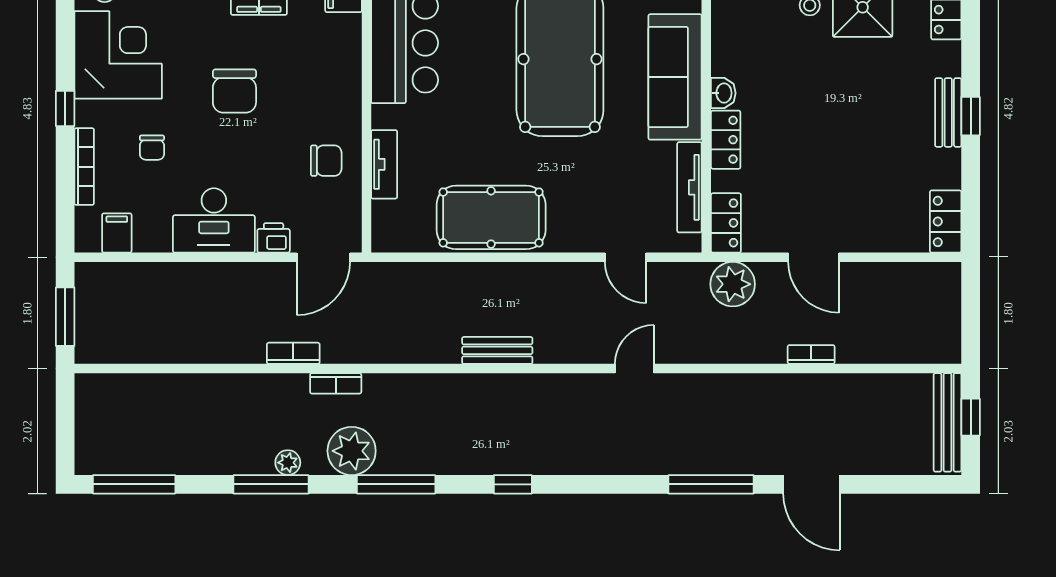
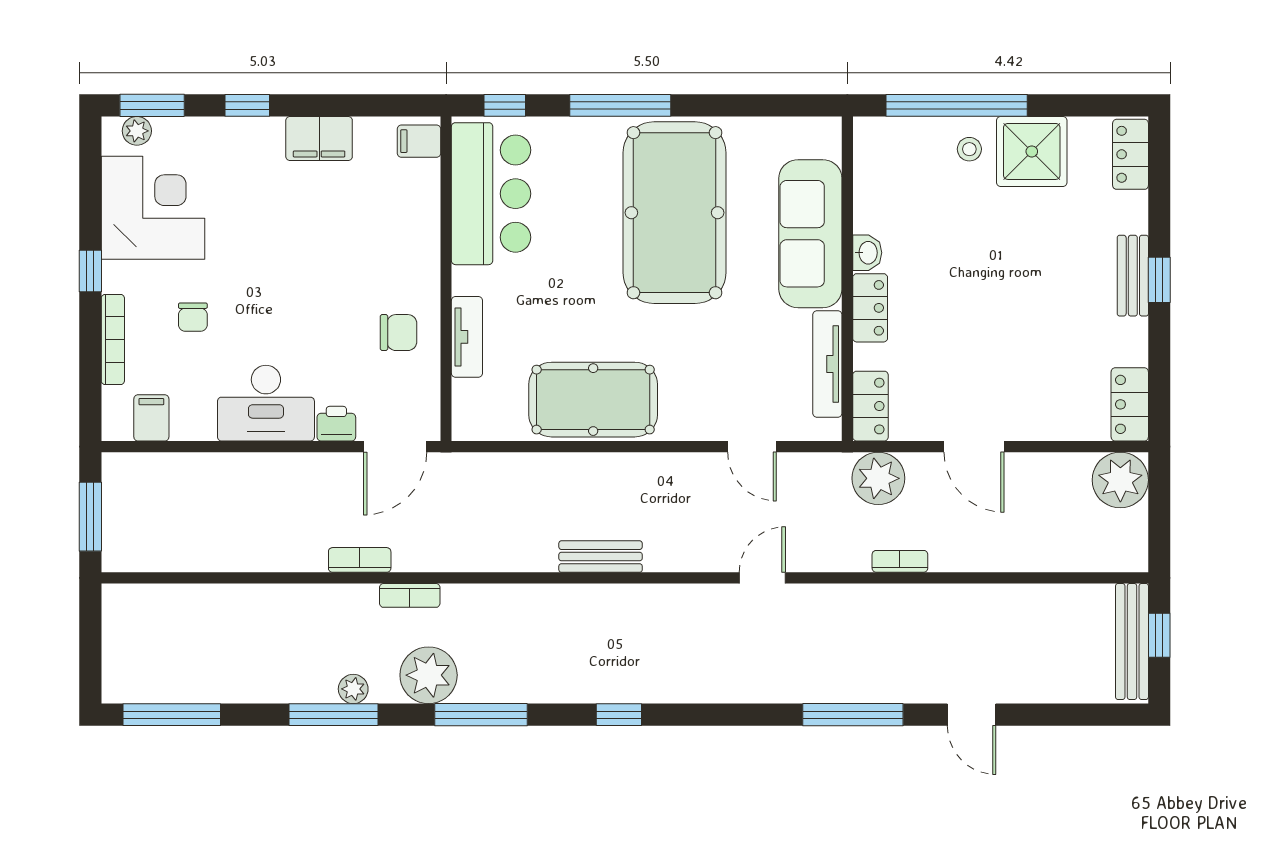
chair: (234, 91) -> (290, 250), removed
plant: (938, 286) -> (1120, 480), added
bookcase: (811, 354) -> (900, 561), moved
door: (812, 484) -> (972, 715), width x0.73

